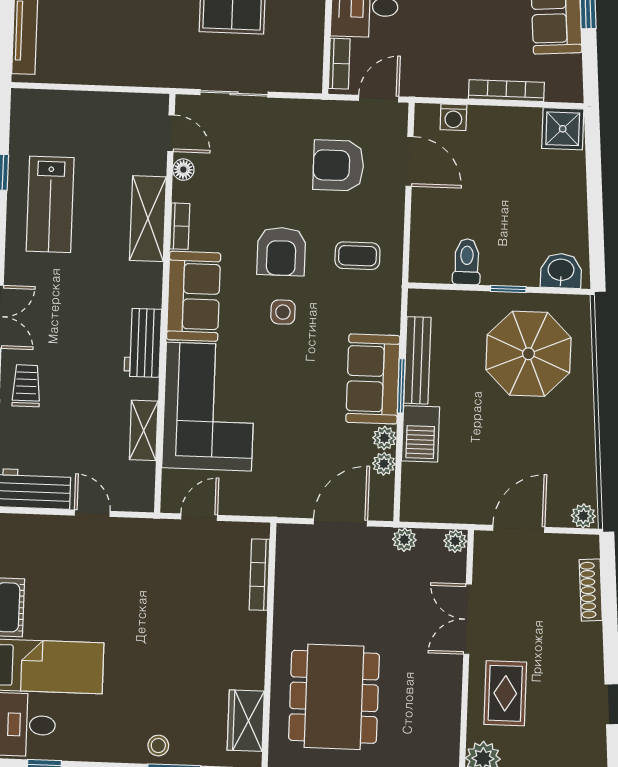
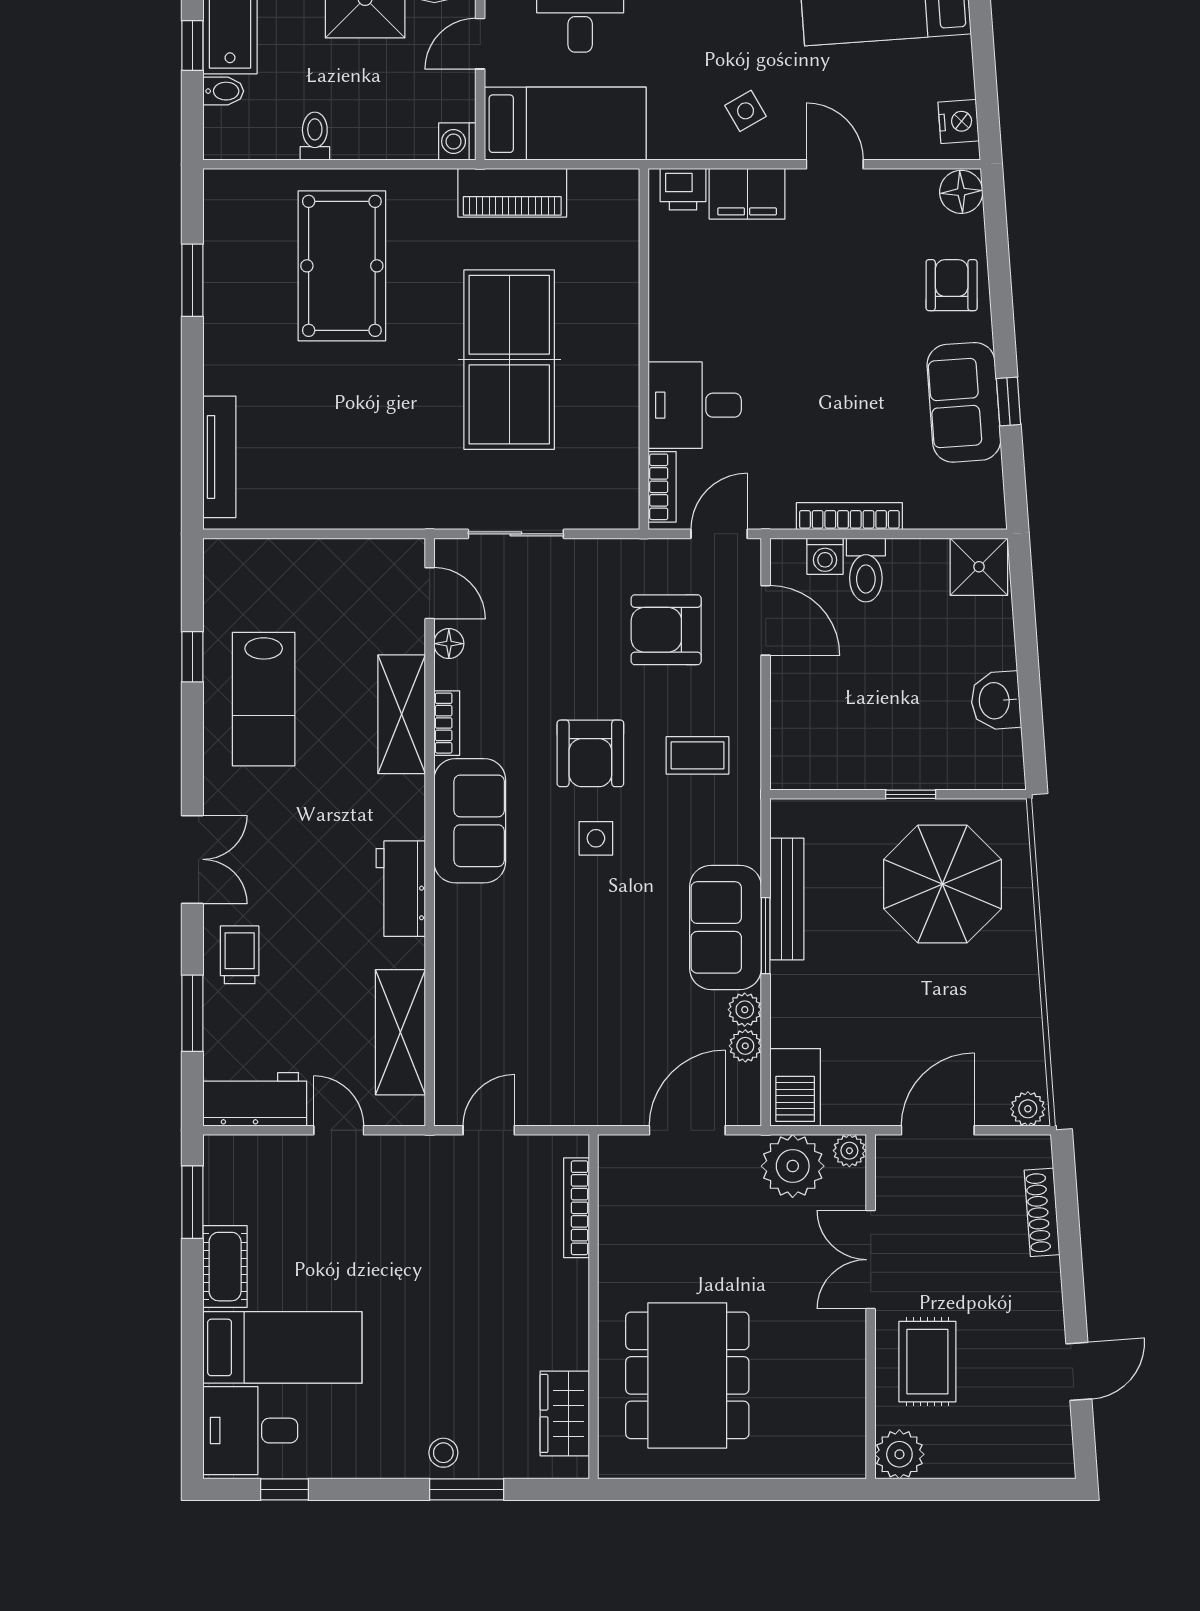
bookcase: (506, 91) -> (849, 516), moved
toilet: (467, 262) -> (866, 570), moved, turned 180
washbasin: (561, 271) -> (996, 701), moved, turned -94
corner sofa: (209, 407) -> (497, 975), removed
shelving: (144, 430) -> (400, 1032), width x1.50, depth x1.33
barbecue: (421, 434) -> (795, 1087), moved
plant: (404, 540) -> (793, 1166), width x1.88, depth x1.88

